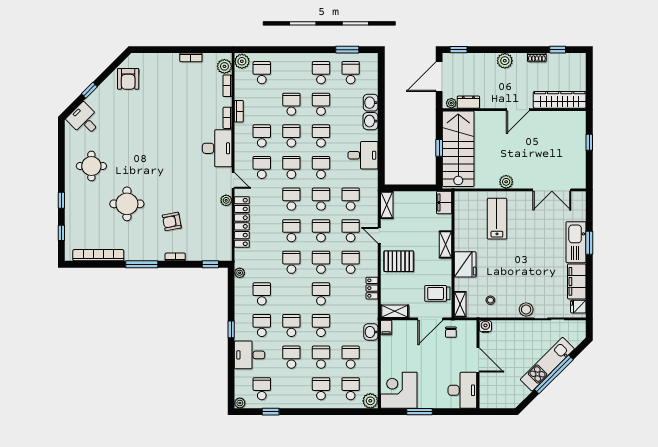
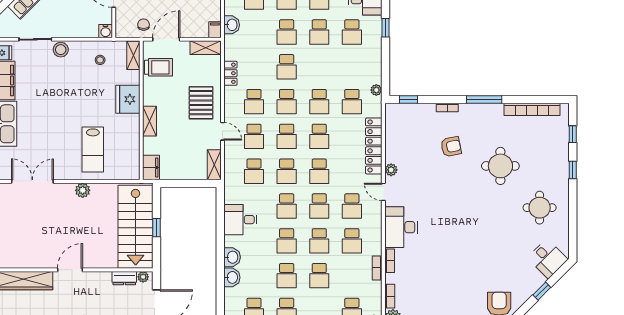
pallet: (399, 261) -> (201, 103), turned 90
school desk: (262, 294) -> (352, 102), moved

